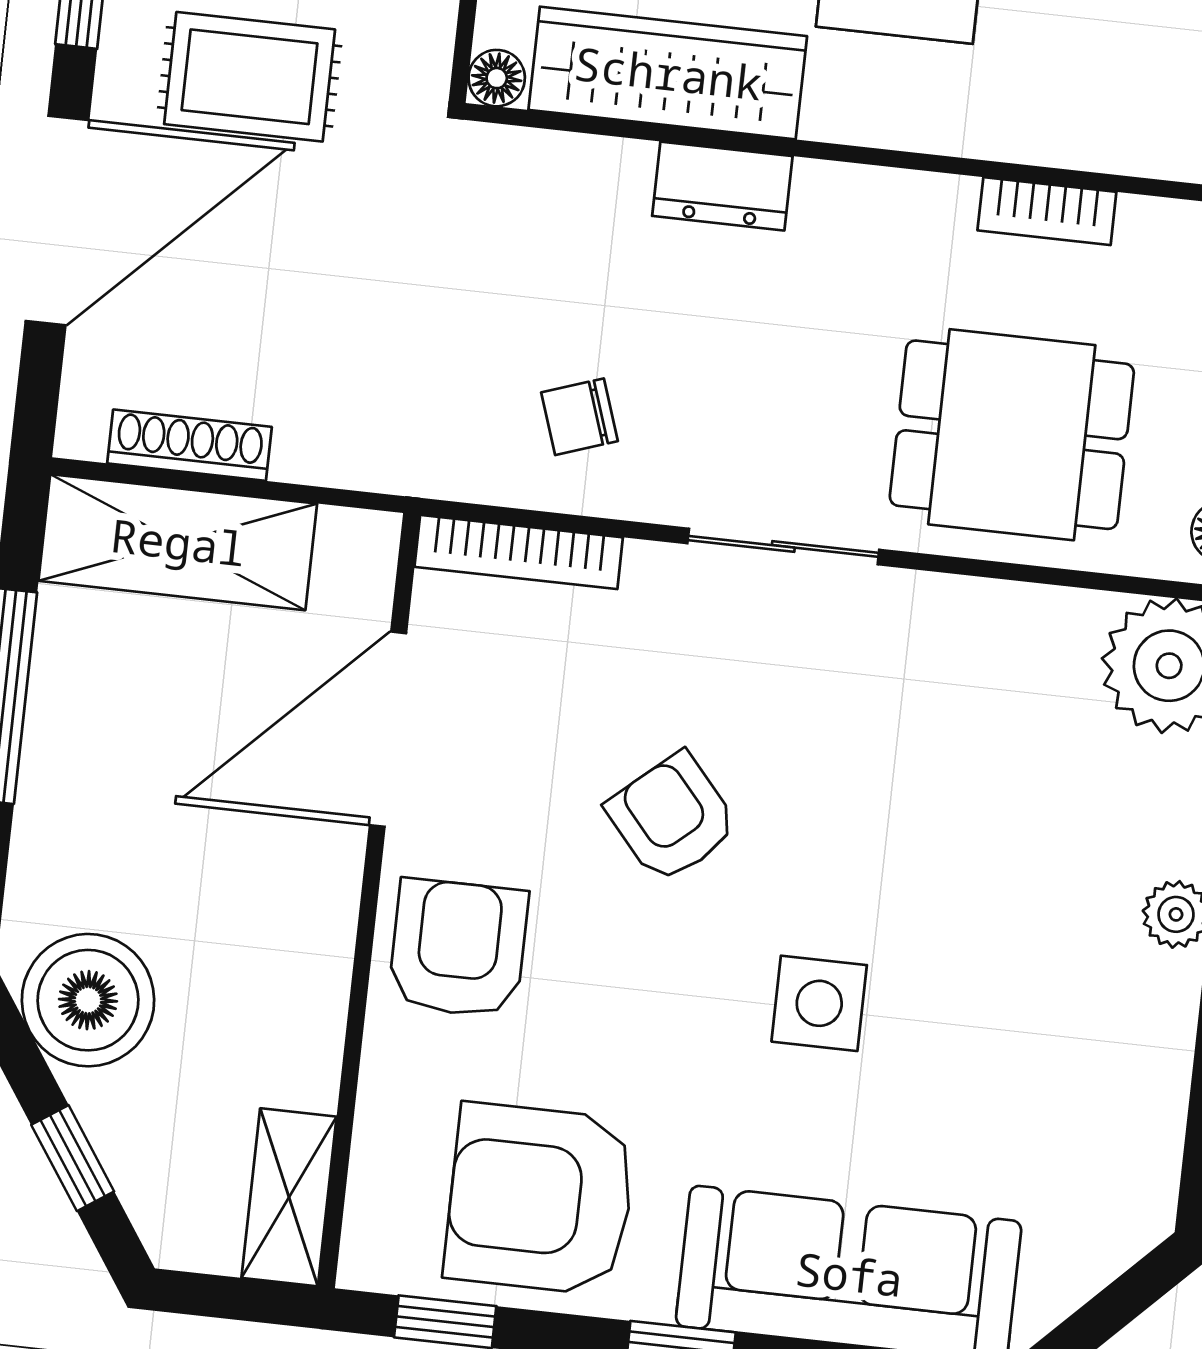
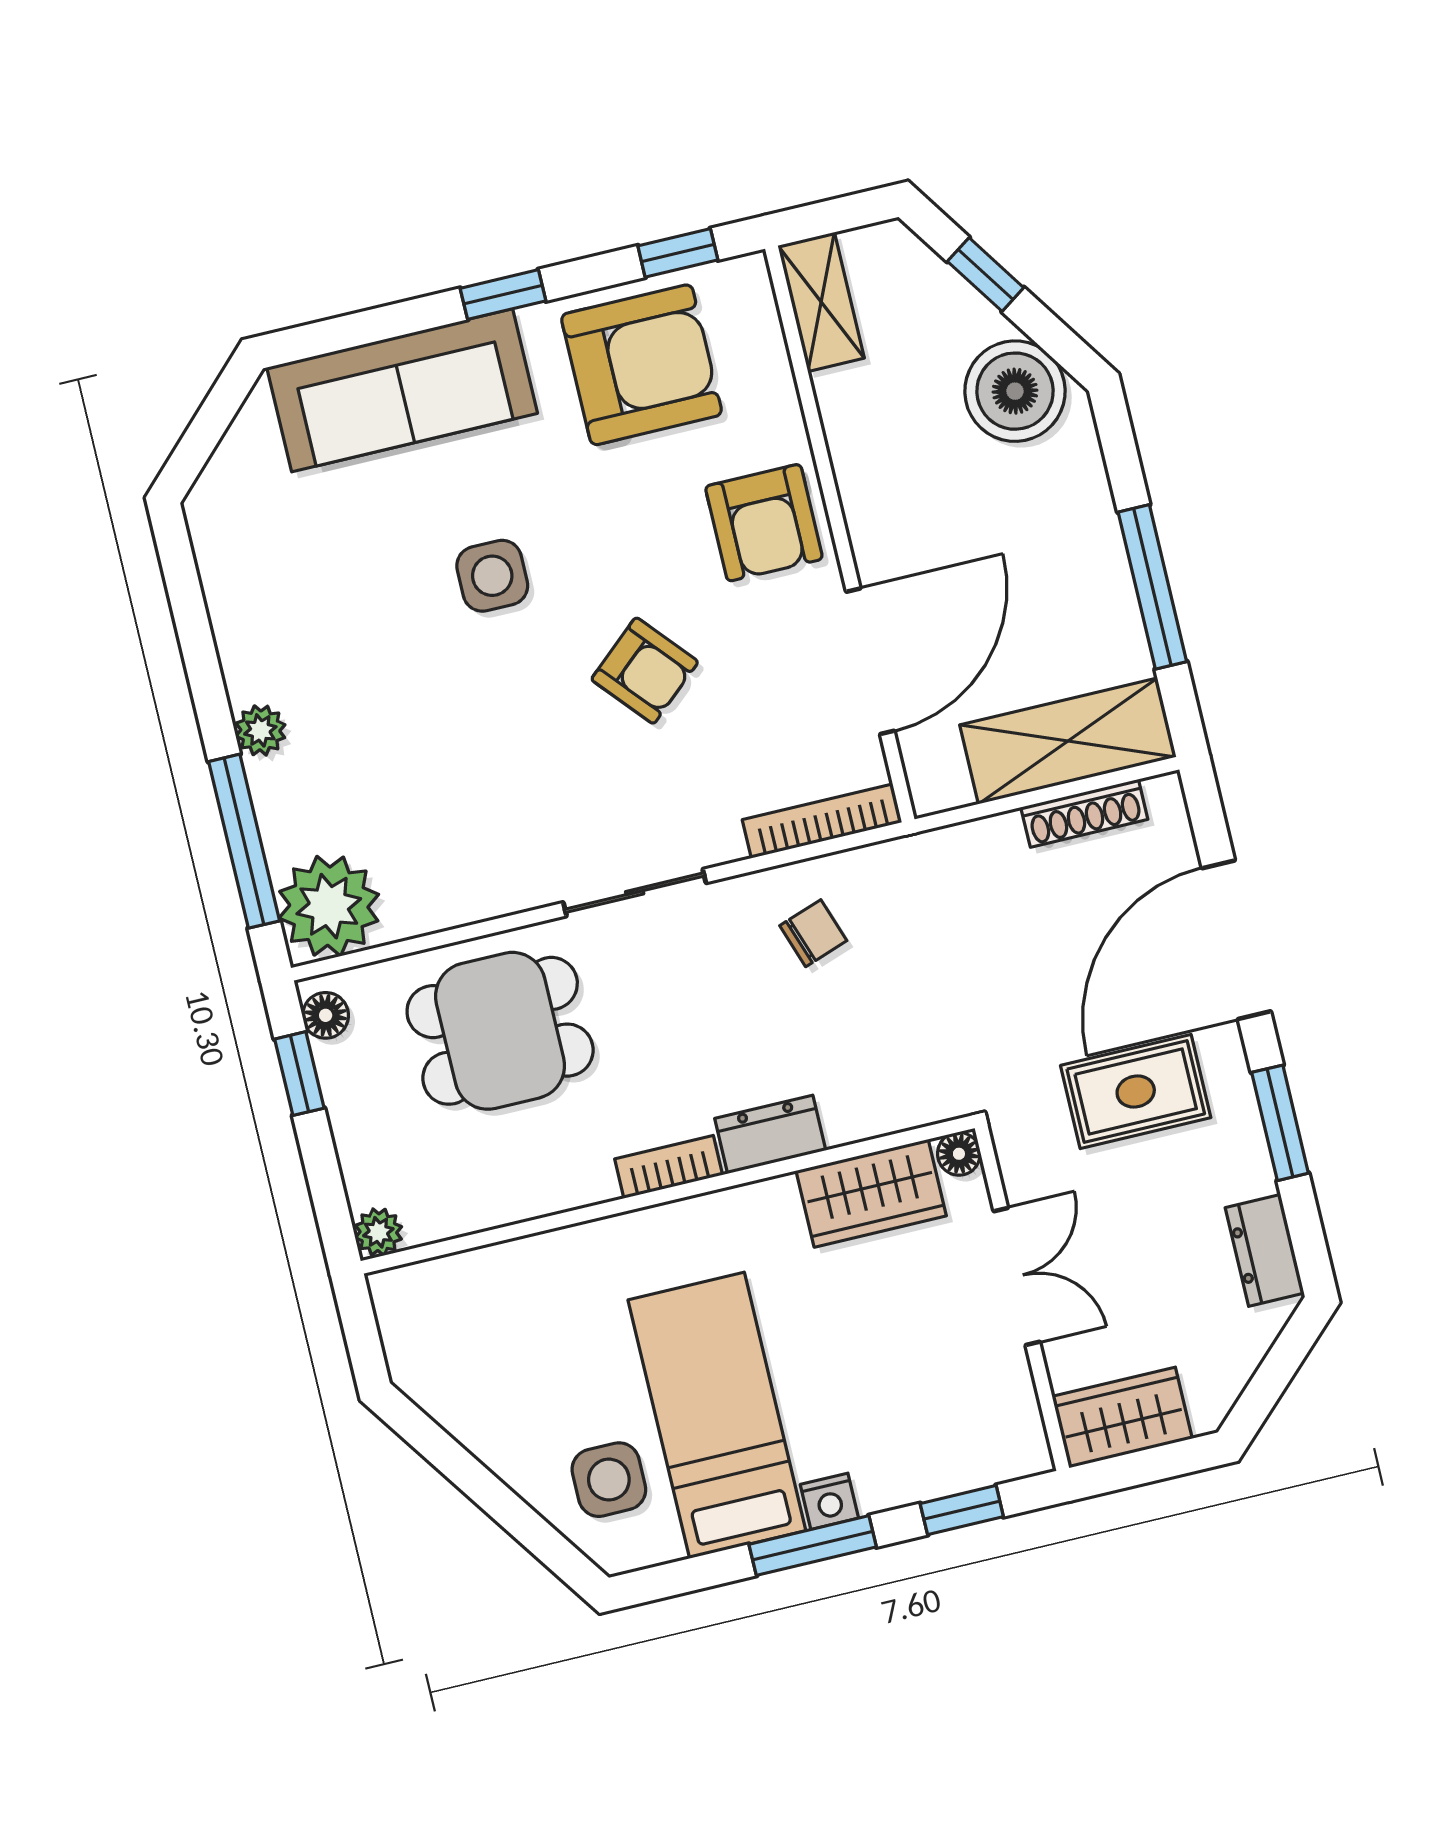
wardrobe: (668, 73) -> (871, 1193), width x0.67
bookcase: (1047, 211) -> (669, 1167), moved

